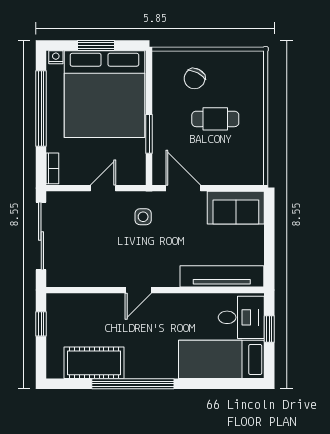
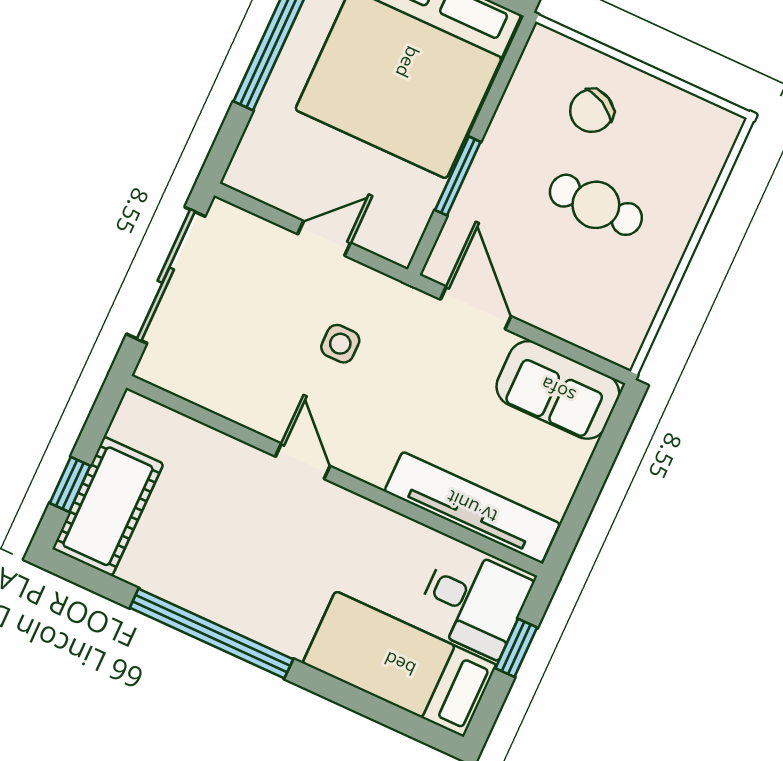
bookcase: (52, 168) -> (246, 157), removed
side table: (143, 217) -> (340, 344), moved
door: (138, 290) -> (303, 461), swing flipped
window: (41, 324) -> (70, 484), moved
cot: (94, 363) -> (108, 506), moved, turned 90

